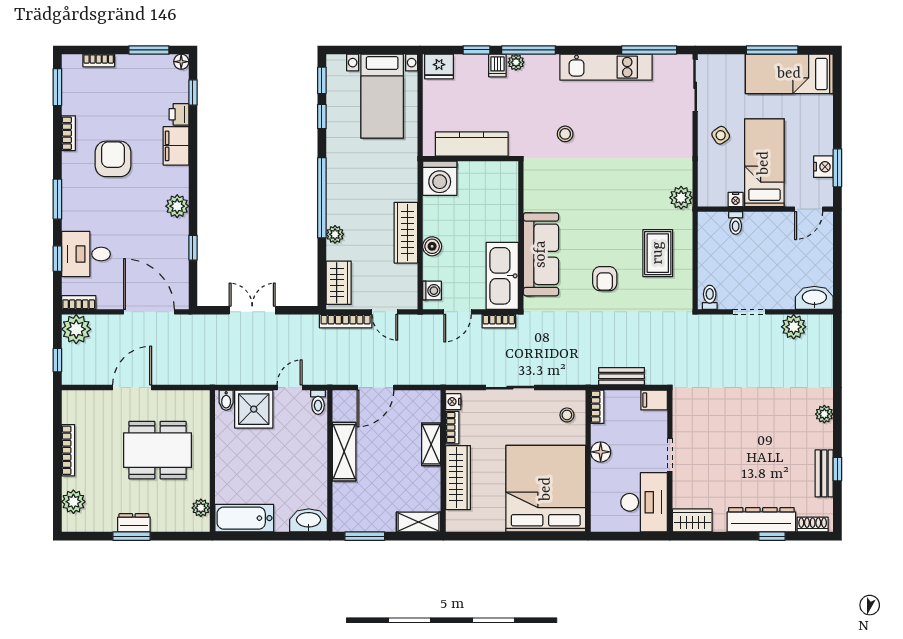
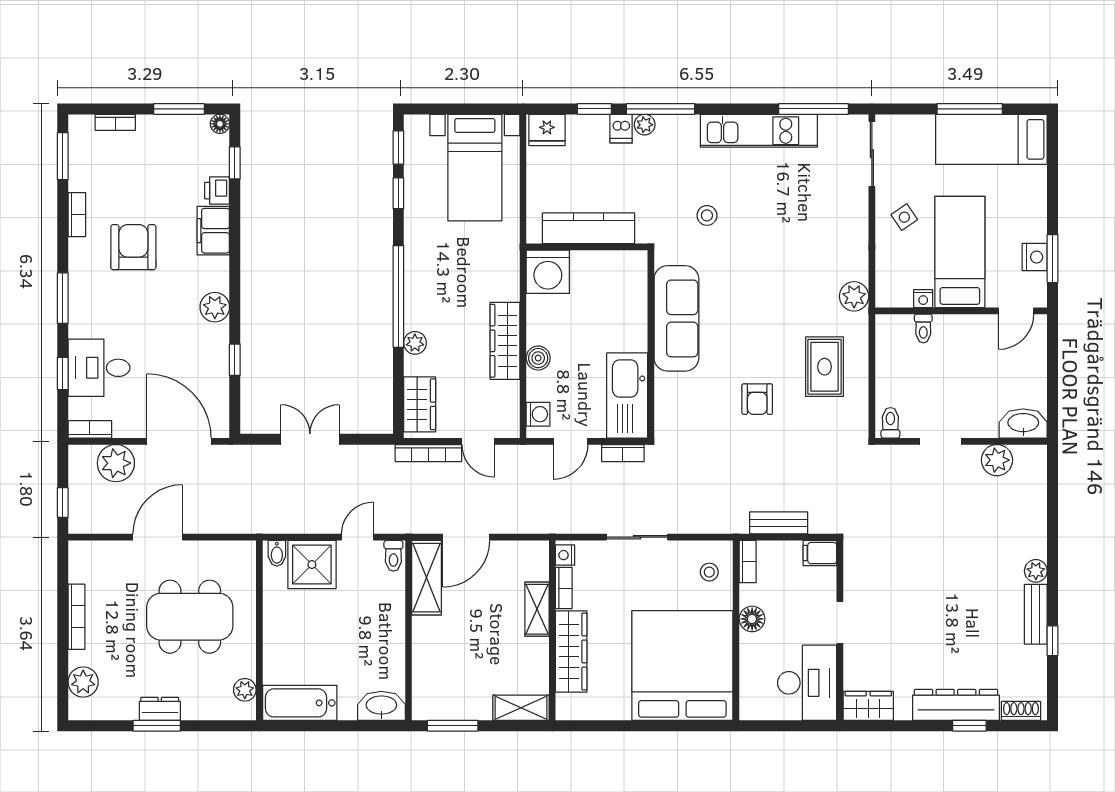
sofa: (541, 254) -> (676, 318), moved
plant: (76, 329) -> (116, 463), moved
shelving: (344, 452) -> (427, 578), moved
bench: (824, 473) -> (1036, 614), moved

